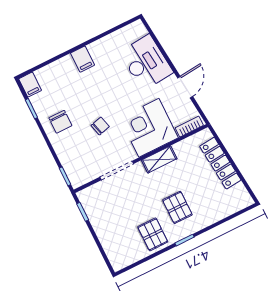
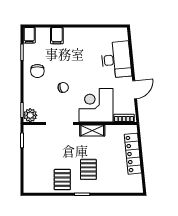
filing cabinet: (83, 59) -> (57, 36), moved
plant: (78, 178) -> (30, 115), added

